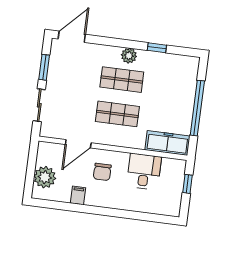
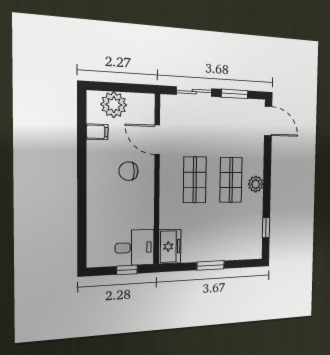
window: (157, 48) -> (266, 228), moved
window: (197, 108) -> (211, 265), width x0.47
freezer: (167, 143) -> (170, 246), width x0.71
desk: (144, 171) -> (135, 248), moved
filing cabinet: (78, 195) -> (97, 132), moved

